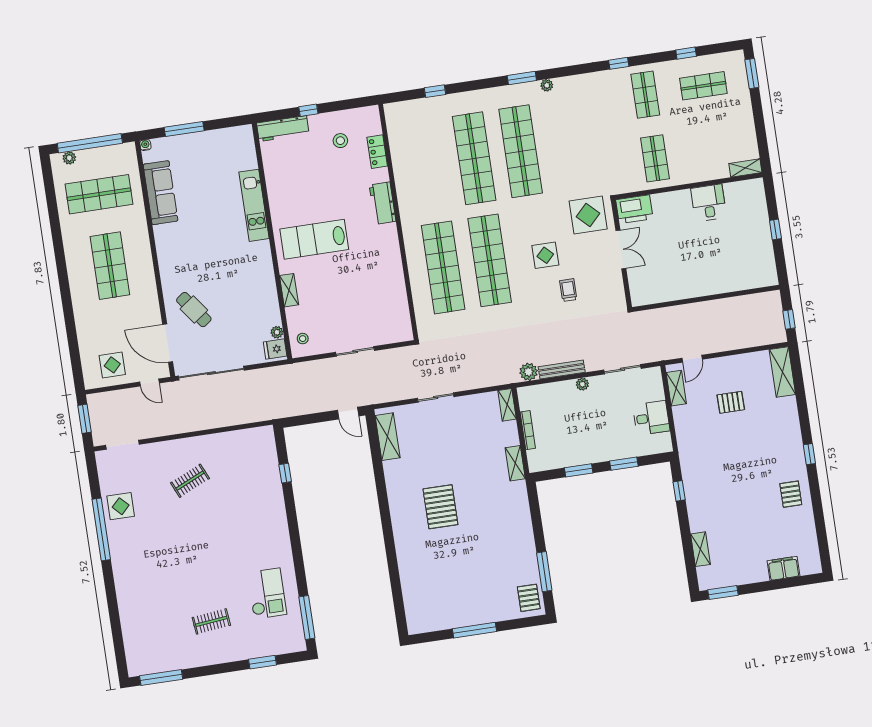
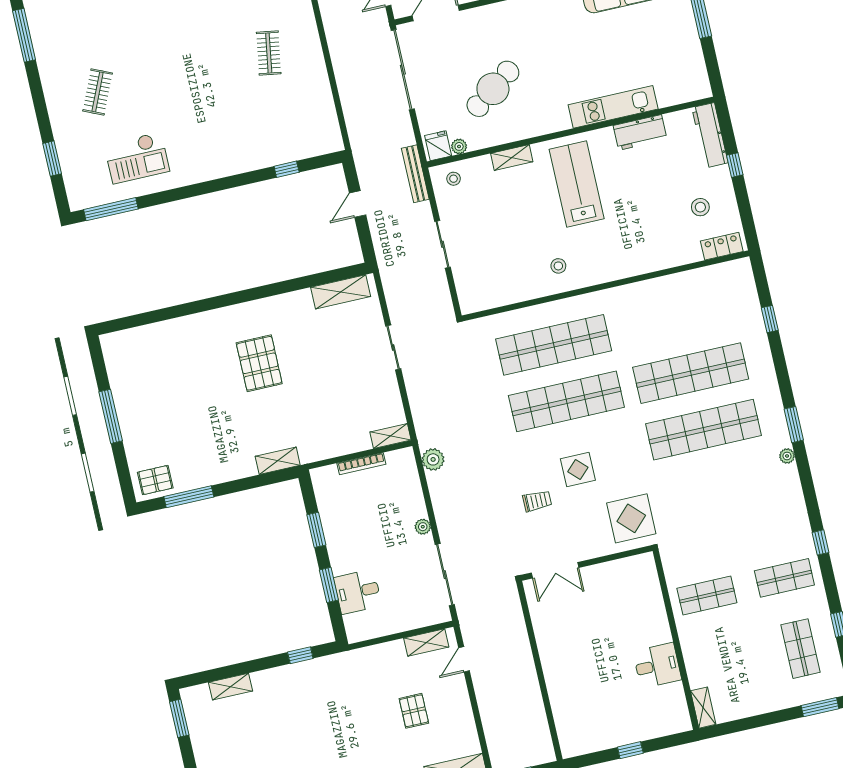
locker: (377, 152) -> (722, 246), moved
workbench: (383, 203) -> (640, 132), moved, turned 180
printer: (634, 209) -> (643, 575), removed
double door: (621, 249) -> (555, 570), moved
stool: (379, 259) -> (558, 266), added
cafe table: (194, 310) -> (493, 89), moved, width x1.37, depth x1.35
door: (692, 359) -> (464, 659), hinge flipped
sliding door: (622, 369) -> (445, 575), width x1.37
bench: (562, 370) -> (415, 174), moved
door: (348, 413) -> (358, 204), moved
desk: (651, 418) -> (358, 592), moved, turned 90
shelving: (515, 463) -> (278, 461), moved
clothes rail: (190, 481) -> (269, 53), turned 33
pallet: (440, 507) -> (259, 363), turned 90
clothes rail: (211, 621) -> (98, 92), turned 30

